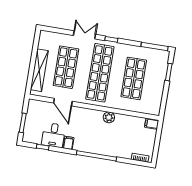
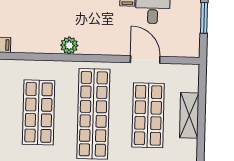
shelving: (39, 70) -> (189, 115), width x0.68

